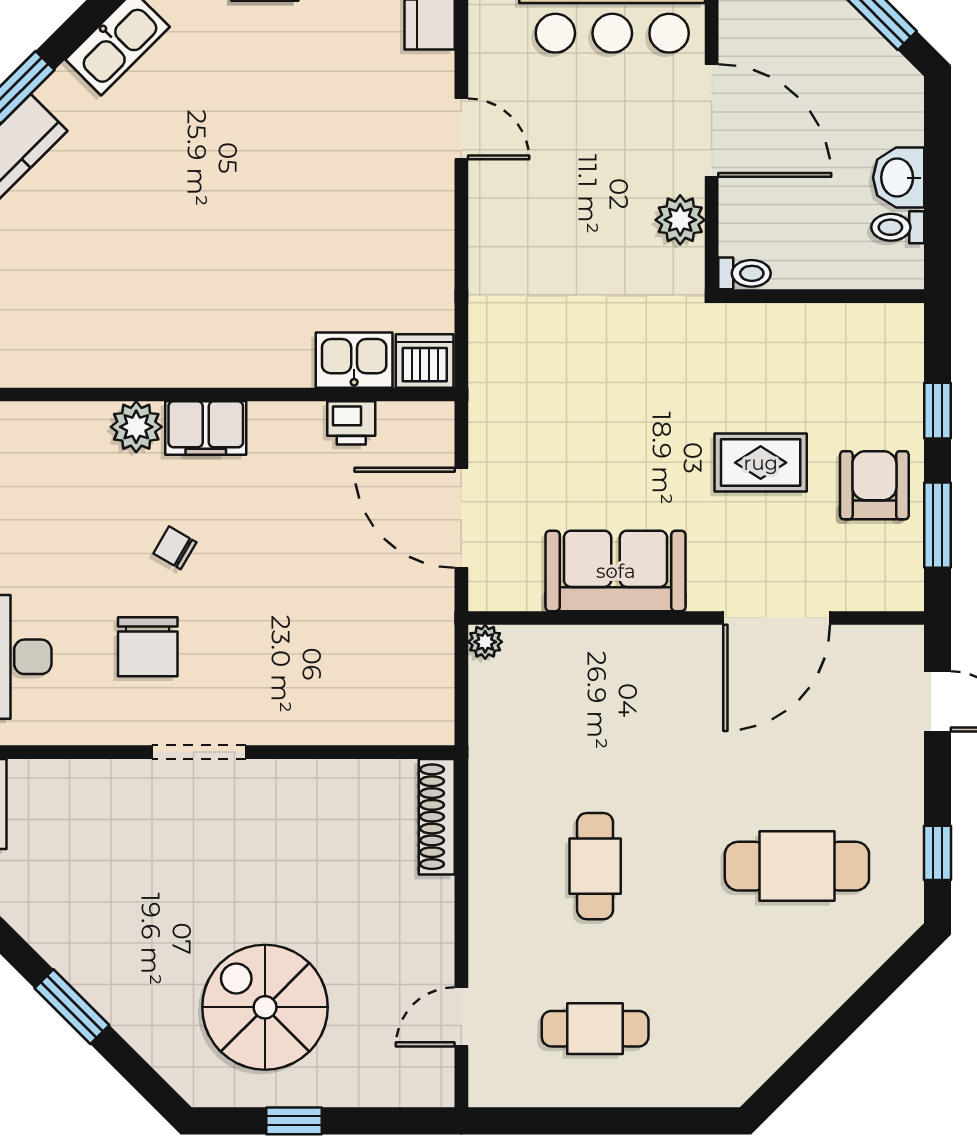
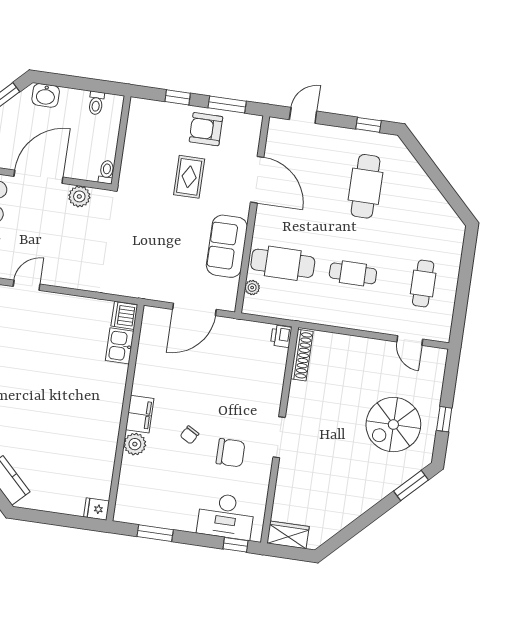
washbasin: (899, 178) -> (46, 95), moved
printer: (351, 423) -> (281, 336), moved, turned 180
plant: (485, 642) -> (252, 288), moved
cafe table: (595, 703) -> (283, 263), added
shoe rack: (437, 817) -> (302, 355), moved, turned -90
window: (72, 1007) -> (411, 485), moved

